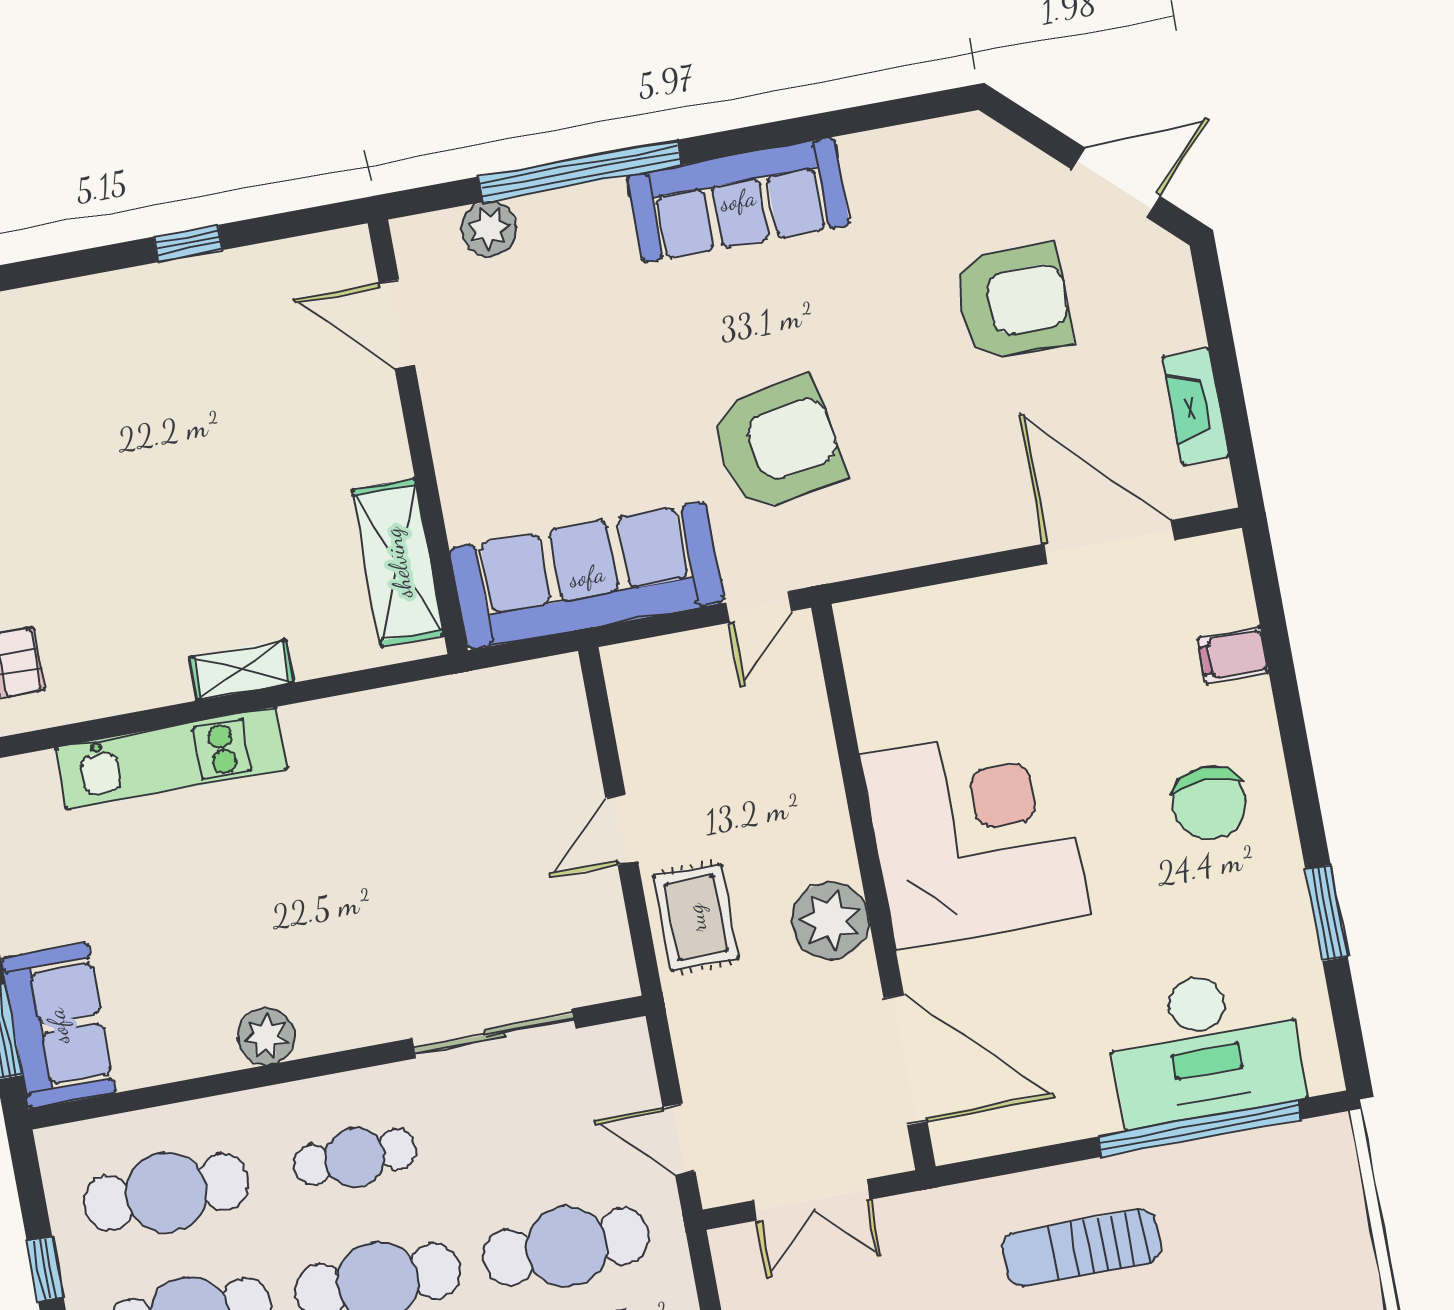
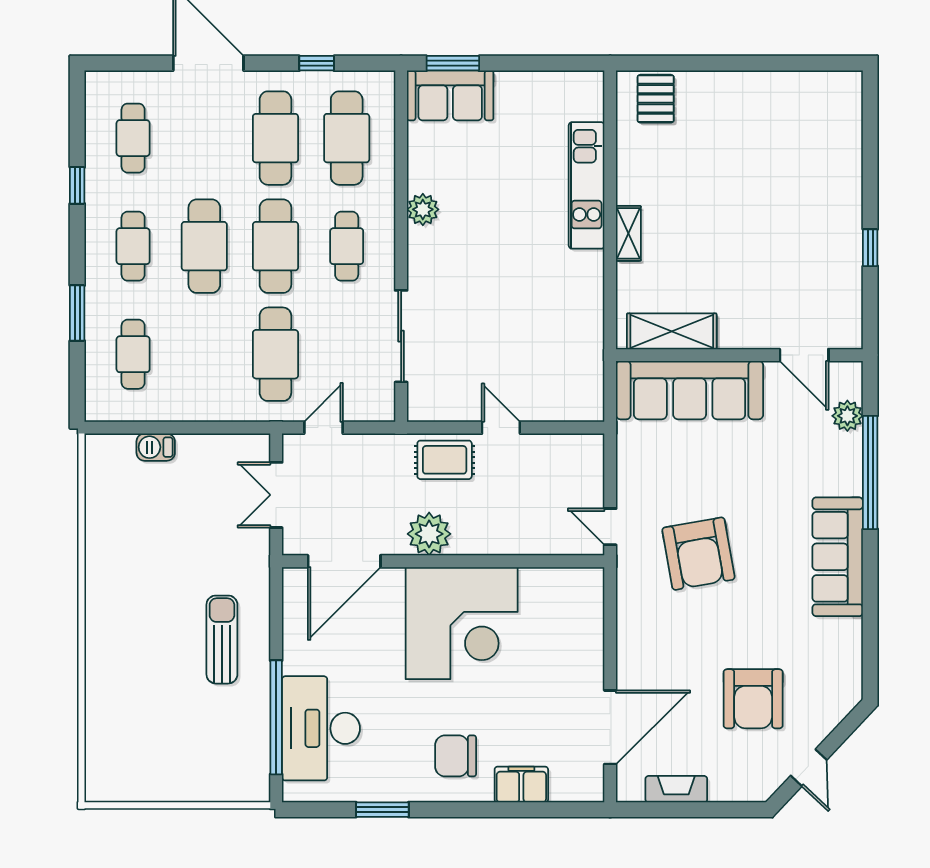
door: (1115, 182) -> (809, 768), width x0.73
door: (397, 324) -> (804, 355), swing flipped
sofa: (587, 576) -> (690, 390), moved, turned 90
filing cabinet: (1233, 655) -> (521, 784), width x2.00

